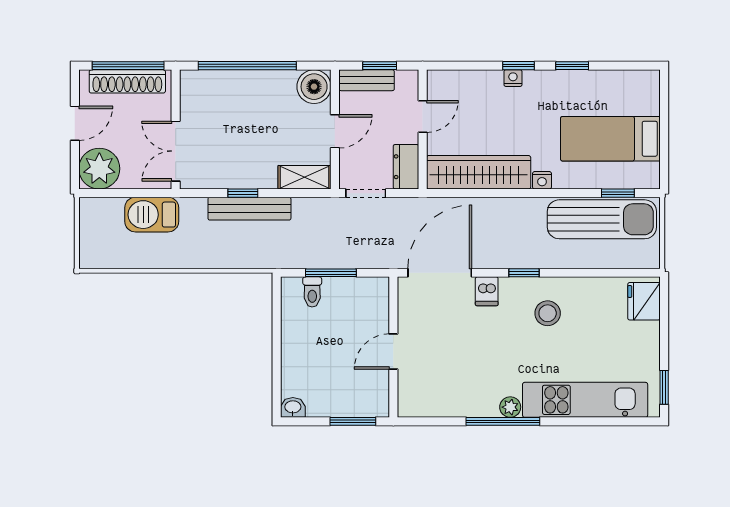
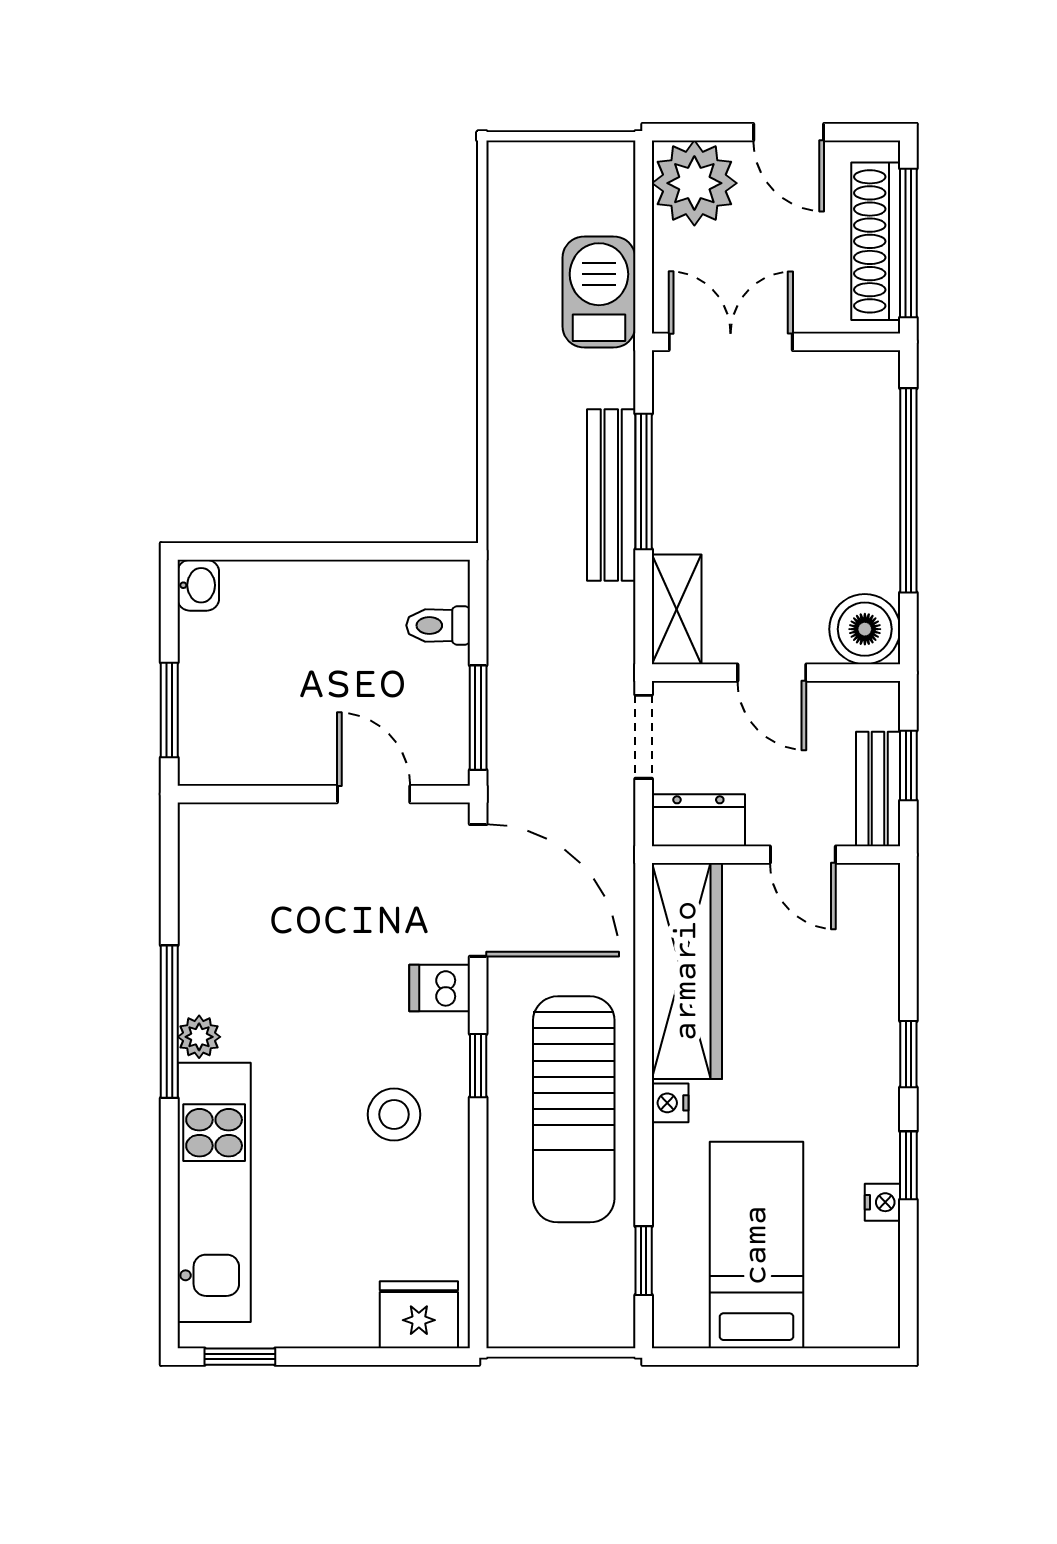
nightstand: (513, 78) -> (882, 1202), moved
bench: (367, 80) -> (878, 789), moved
window: (243, 193) -> (644, 481), width x2.17
sun lounger: (602, 219) -> (574, 1109), moved
window: (331, 273) -> (478, 718), moved
door: (393, 352) -> (374, 794), moved

